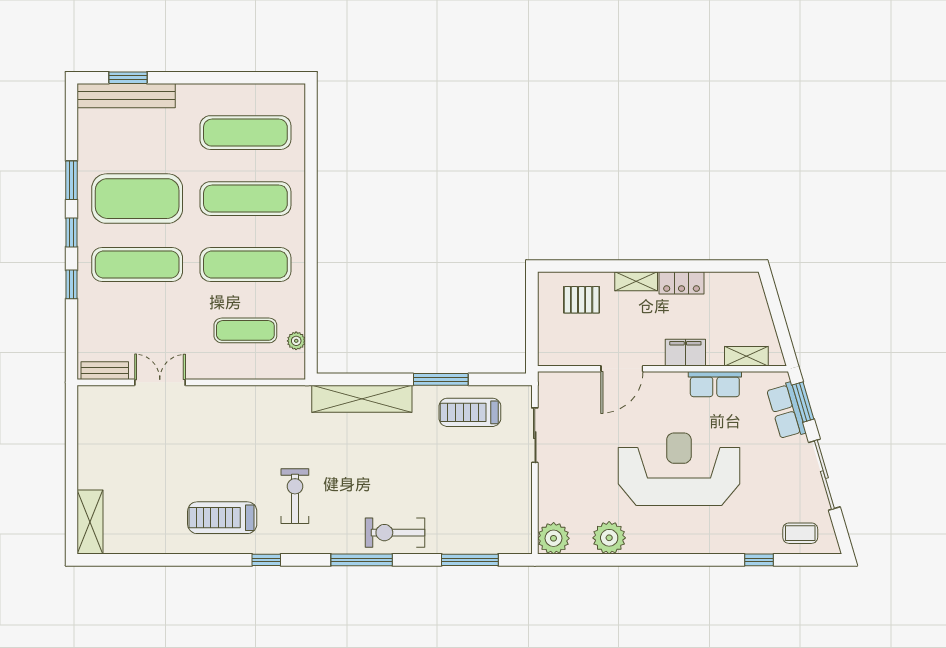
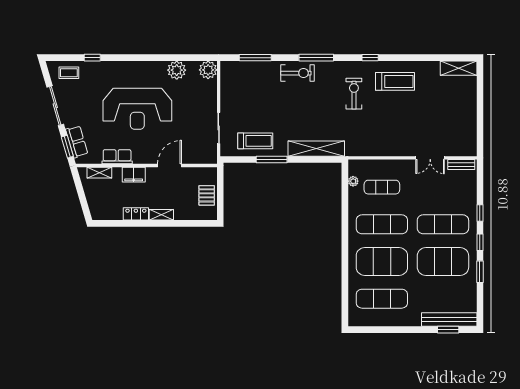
exercise mat: (245, 199) -> (382, 261), width x1.47
pallet: (582, 300) -> (207, 195), moved, turned 90
exercise bike: (295, 496) -> (354, 94), turned 180
shelving: (90, 522) -> (459, 68), moved, turned 90

